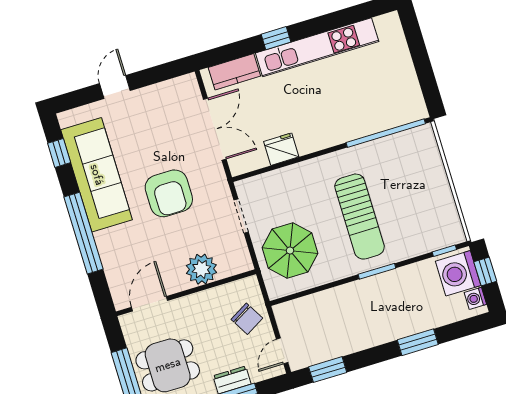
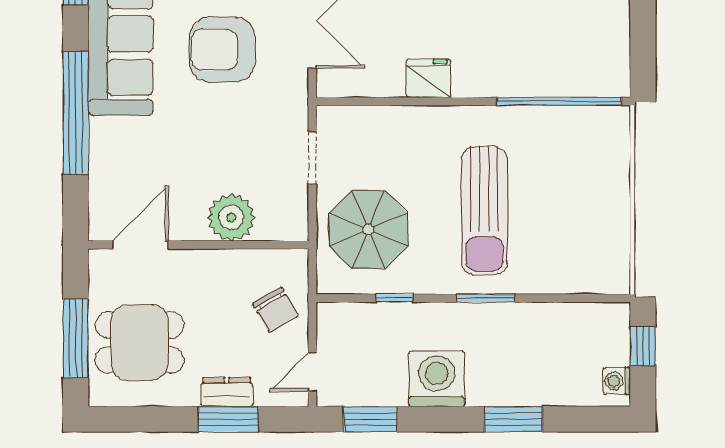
fridge: (281, 149) -> (429, 78), moved
armchair: (169, 193) -> (222, 50), moved, turned 90
window: (444, 251) -> (394, 298), moved
washing machine: (458, 273) -> (437, 379), moved, turned 90

